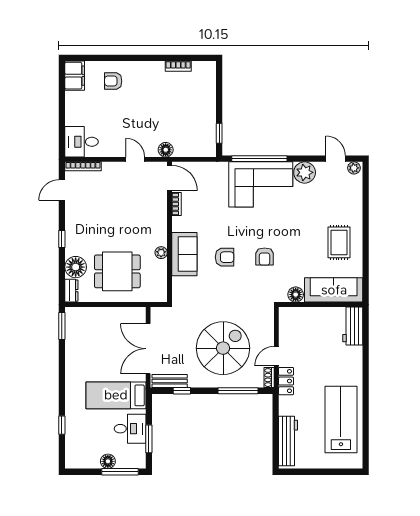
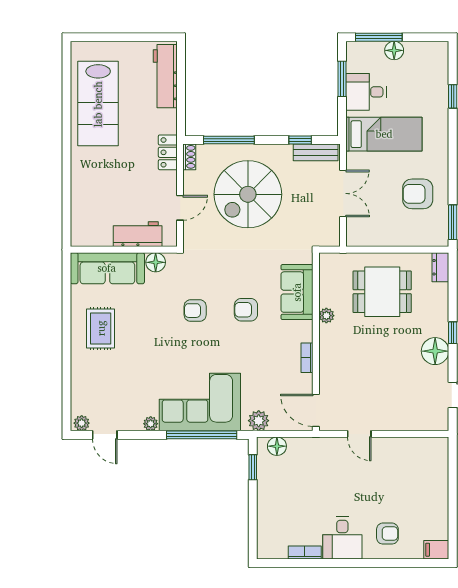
filing cabinet: (75, 76) -> (436, 550), width x0.50
desk: (81, 142) -> (342, 538), moved, turned 90
floor lamp: (166, 150) -> (277, 446), moved
bookcase: (83, 166) -> (426, 425), removed
plant: (215, 170) -> (259, 421), added
plant: (305, 172) -> (151, 424), width x0.53, depth x0.53
bookcase: (176, 204) -> (307, 358), moved
sofa: (184, 254) -> (297, 292), moved
armchair: (265, 257) -> (195, 311), turned -90
floor lamp: (76, 267) -> (435, 351), moved
workbench: (353, 326) -> (138, 234), moved, turned -90
armchair: (89, 348) -> (418, 194), added
double door: (148, 349) -> (343, 193), width x0.73
door: (276, 356) -> (180, 208), moved

